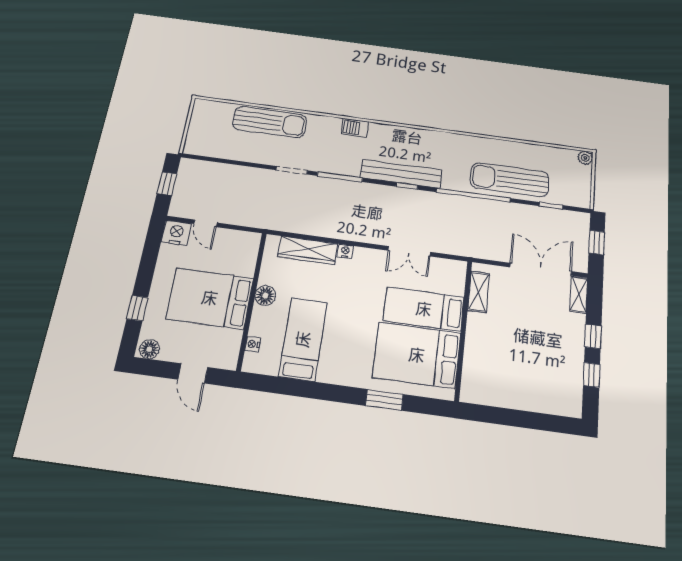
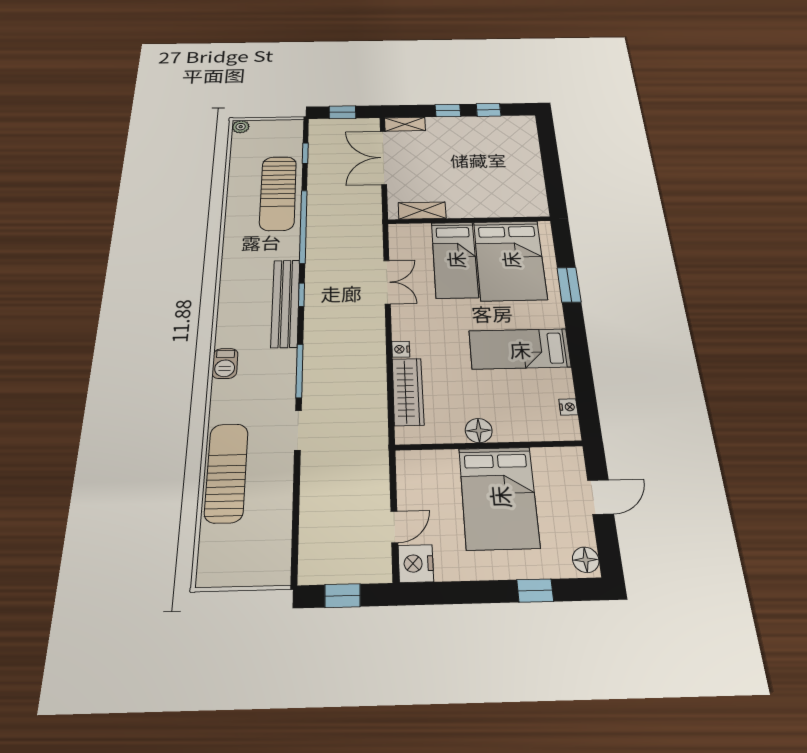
bed: (303, 339) -> (520, 349), moved
nightstand: (253, 344) -> (568, 407), moved, turned -90

